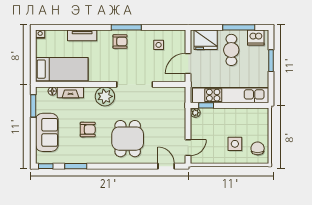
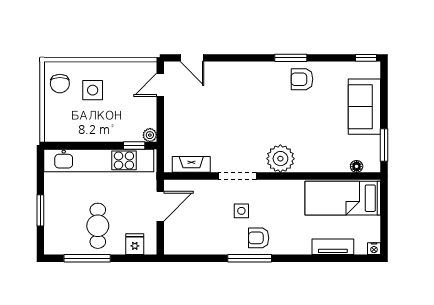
tv unit: (82, 35) -> (333, 247), moved
dishwasher: (256, 38) -> (62, 244), removed
fridge: (206, 40) -> (135, 244), width x0.53, depth x0.75
side table: (159, 45) -> (241, 211), moved
doorway: (135, 84) -> (237, 176), width x0.73
fireplace: (70, 92) -> (191, 164), moved
armchair: (88, 129) -> (302, 79), moved
dining table: (128, 139) -> (248, 98), removed
window: (76, 166) -> (291, 58), moved

